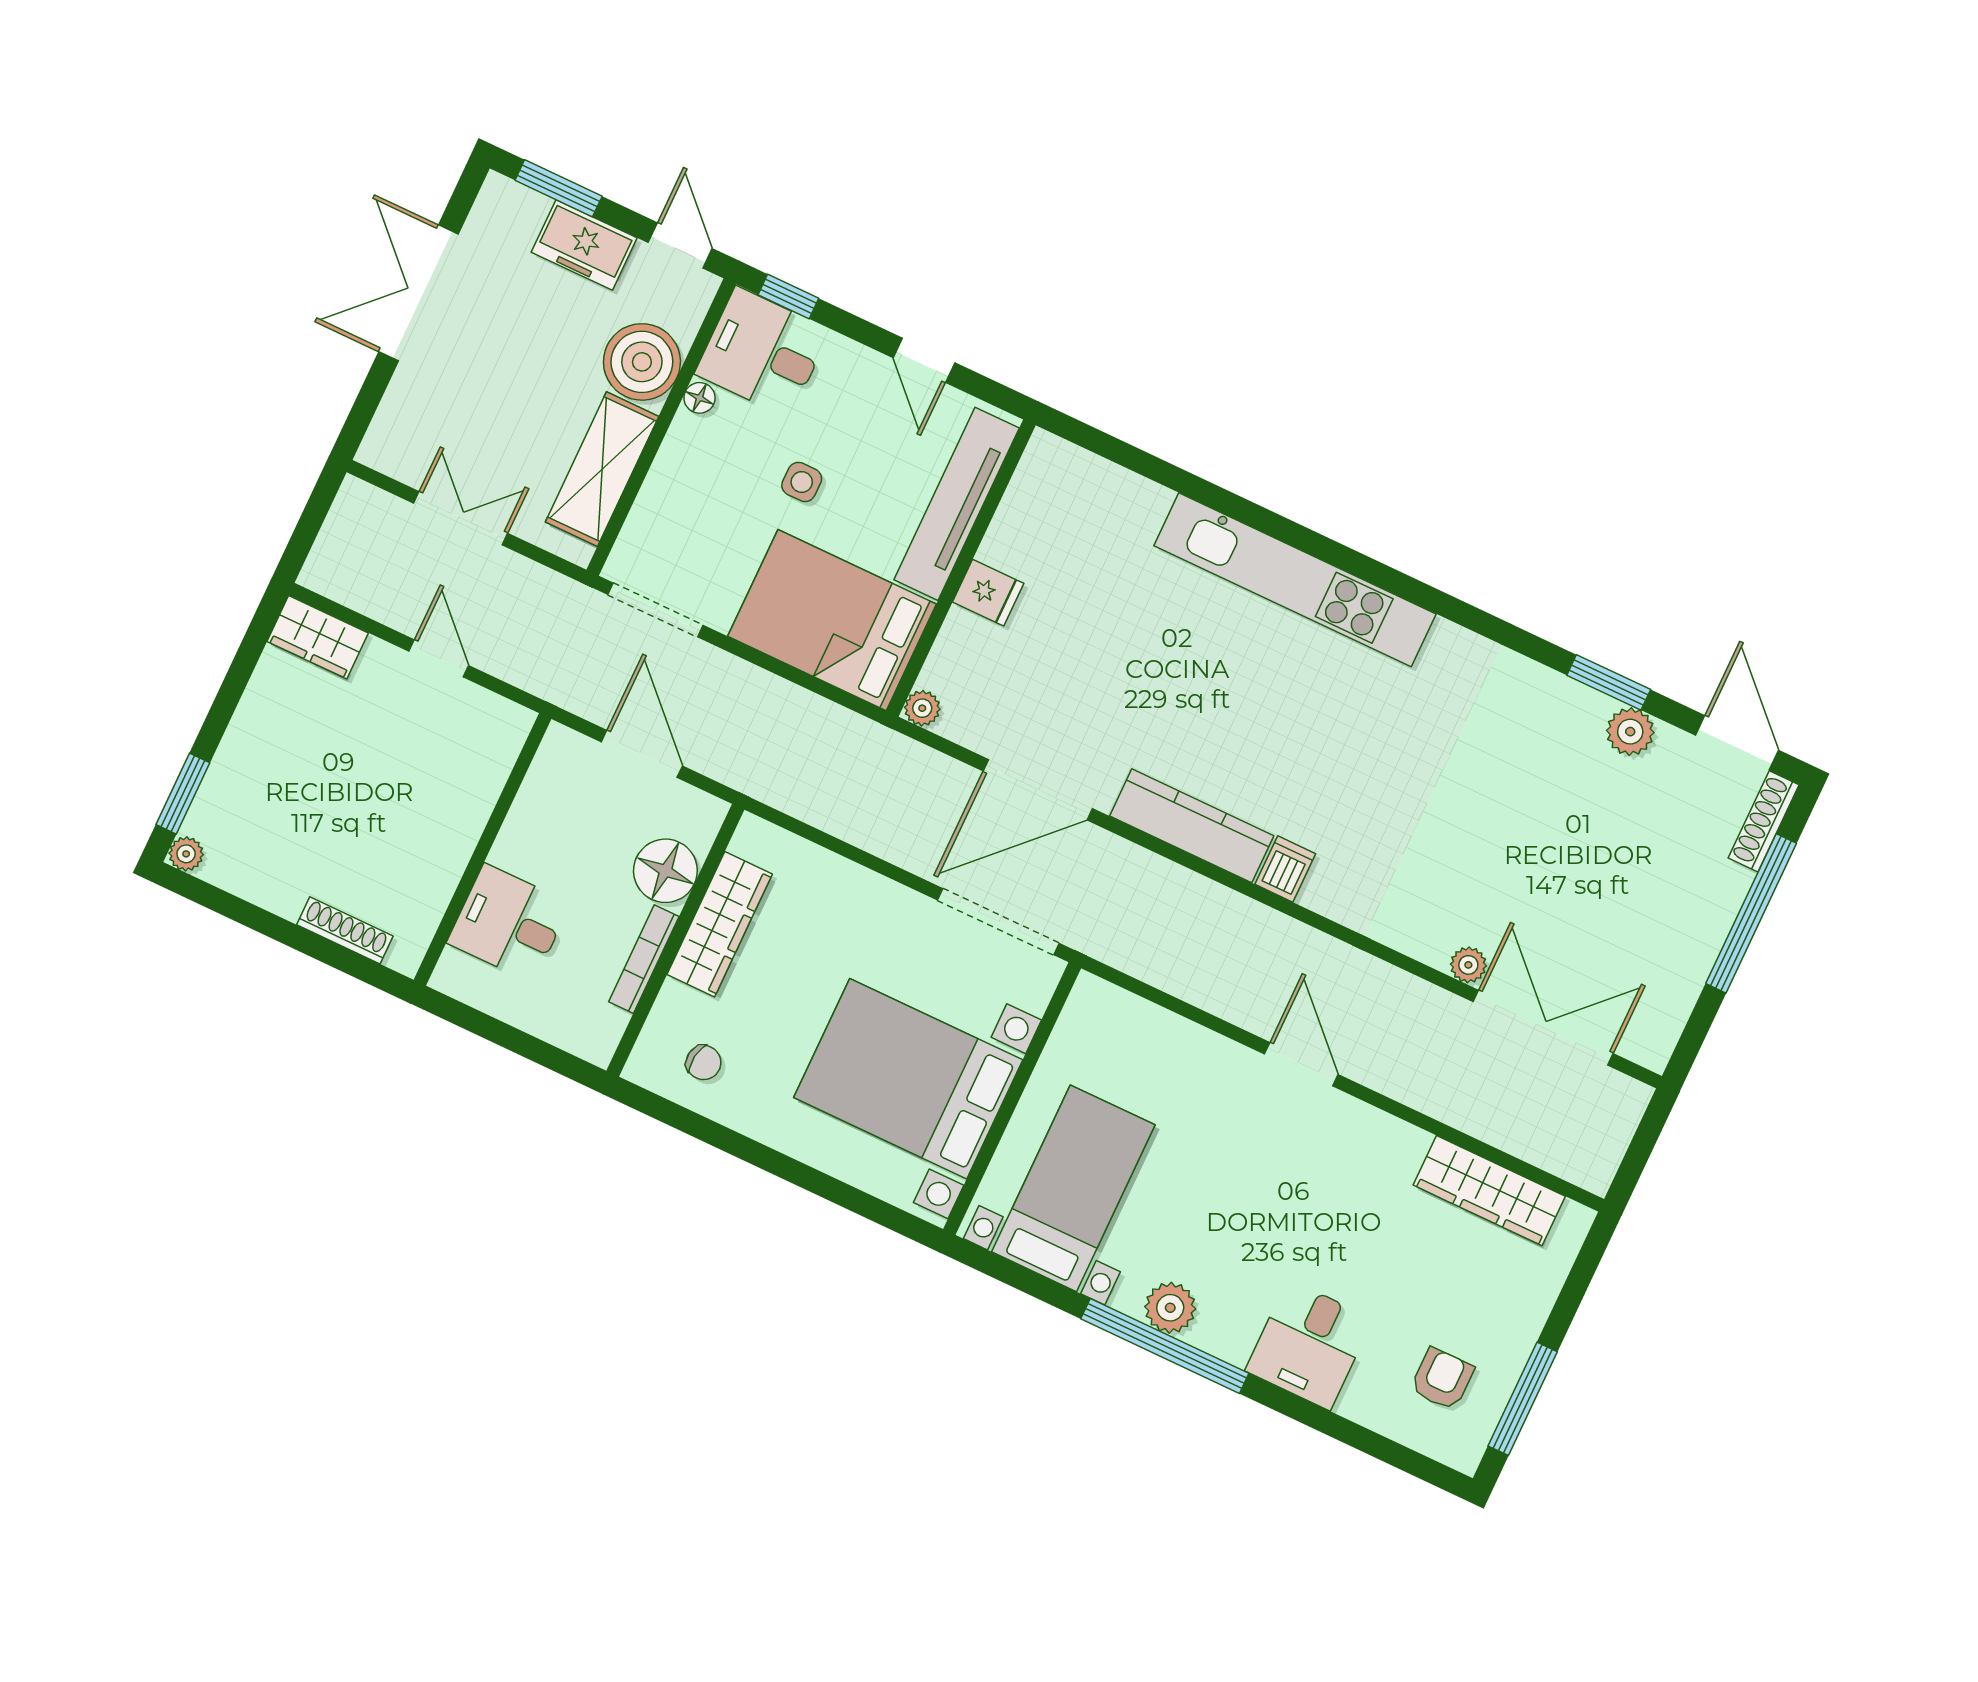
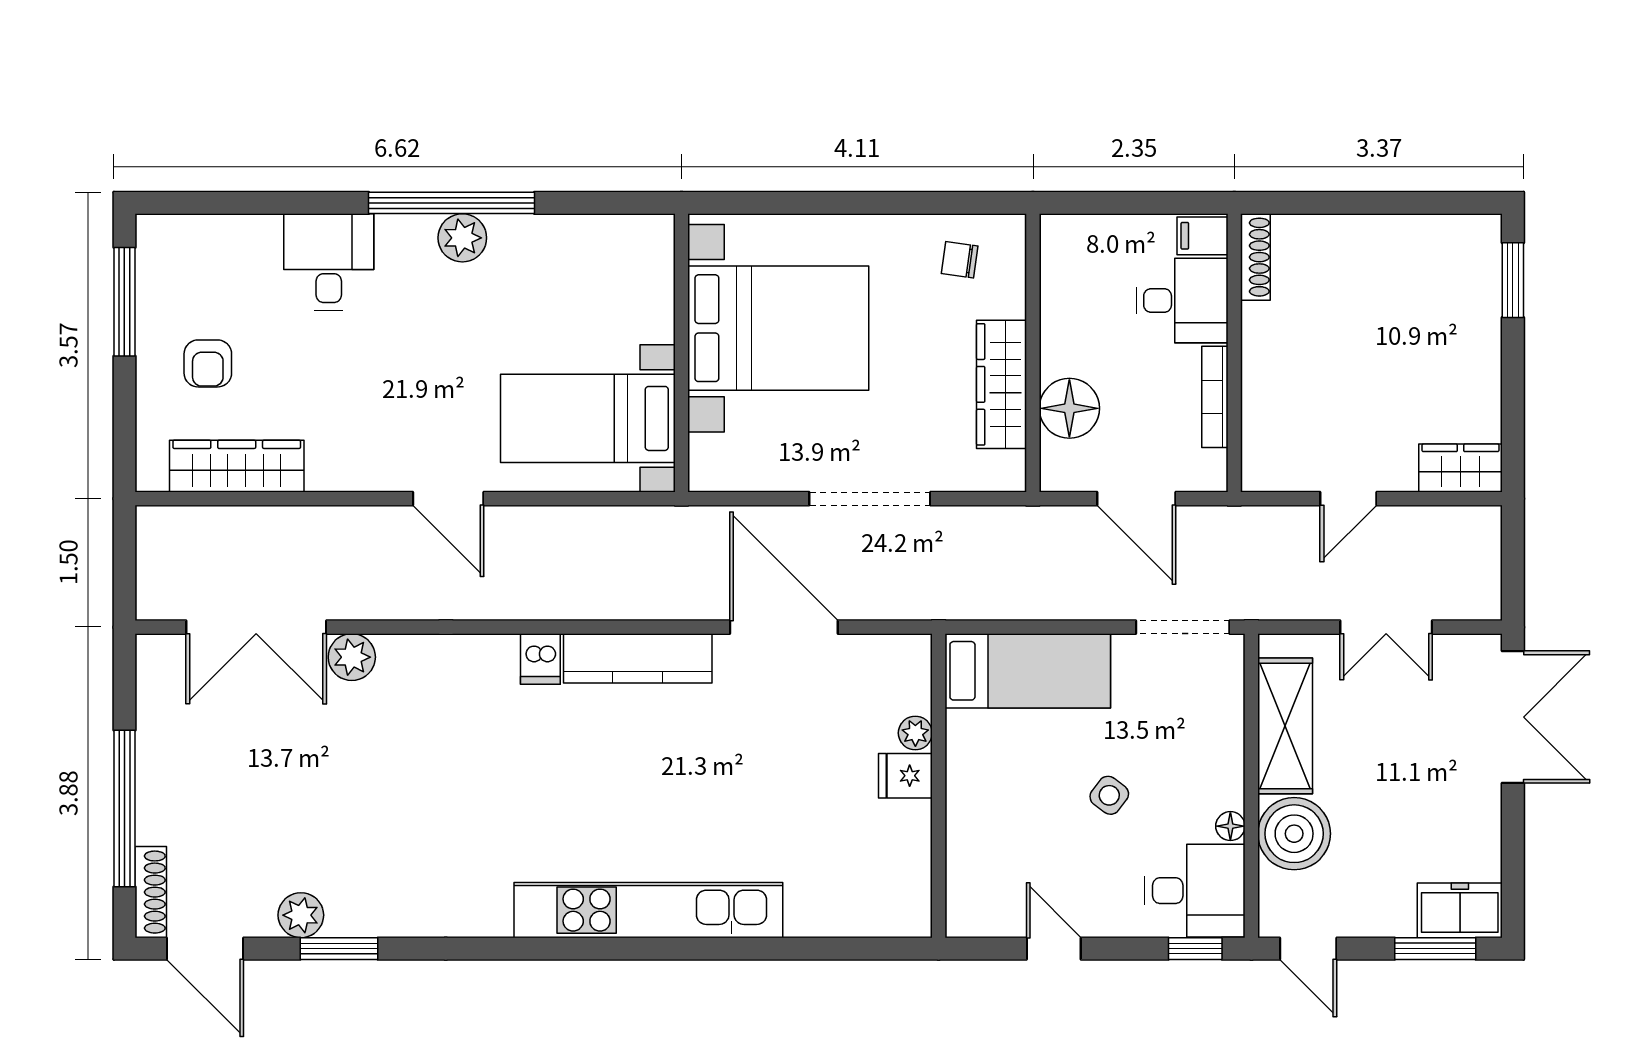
freezer: (584, 245) -> (1460, 910), moved
double door: (418, 293) -> (1513, 717), moved
side table: (802, 482) -> (1109, 795), turned 37
tv unit: (957, 504) -> (968, 839), removed
bed: (832, 620) -> (1028, 671), width x0.67
door: (439, 658) -> (1348, 499), hinge flipped
plant: (922, 708) -> (915, 733), moved
door: (1038, 790) -> (784, 627), hinge flipped
plant: (186, 854) -> (1486, 230), removed
doorway: (998, 922) -> (870, 499), moved
shoe rack: (345, 930) -> (1255, 257), moved, turned -90
bookcase: (644, 959) -> (1215, 397), moved, turned 180
plant: (1468, 965) -> (352, 657), width x1.38, depth x1.38
filing cabinet: (460, 976) -> (1203, 236), added
bed with nightstands: (1073, 1188) -> (588, 418), moved, turned 90
armchair: (1442, 1379) -> (208, 363), moved

